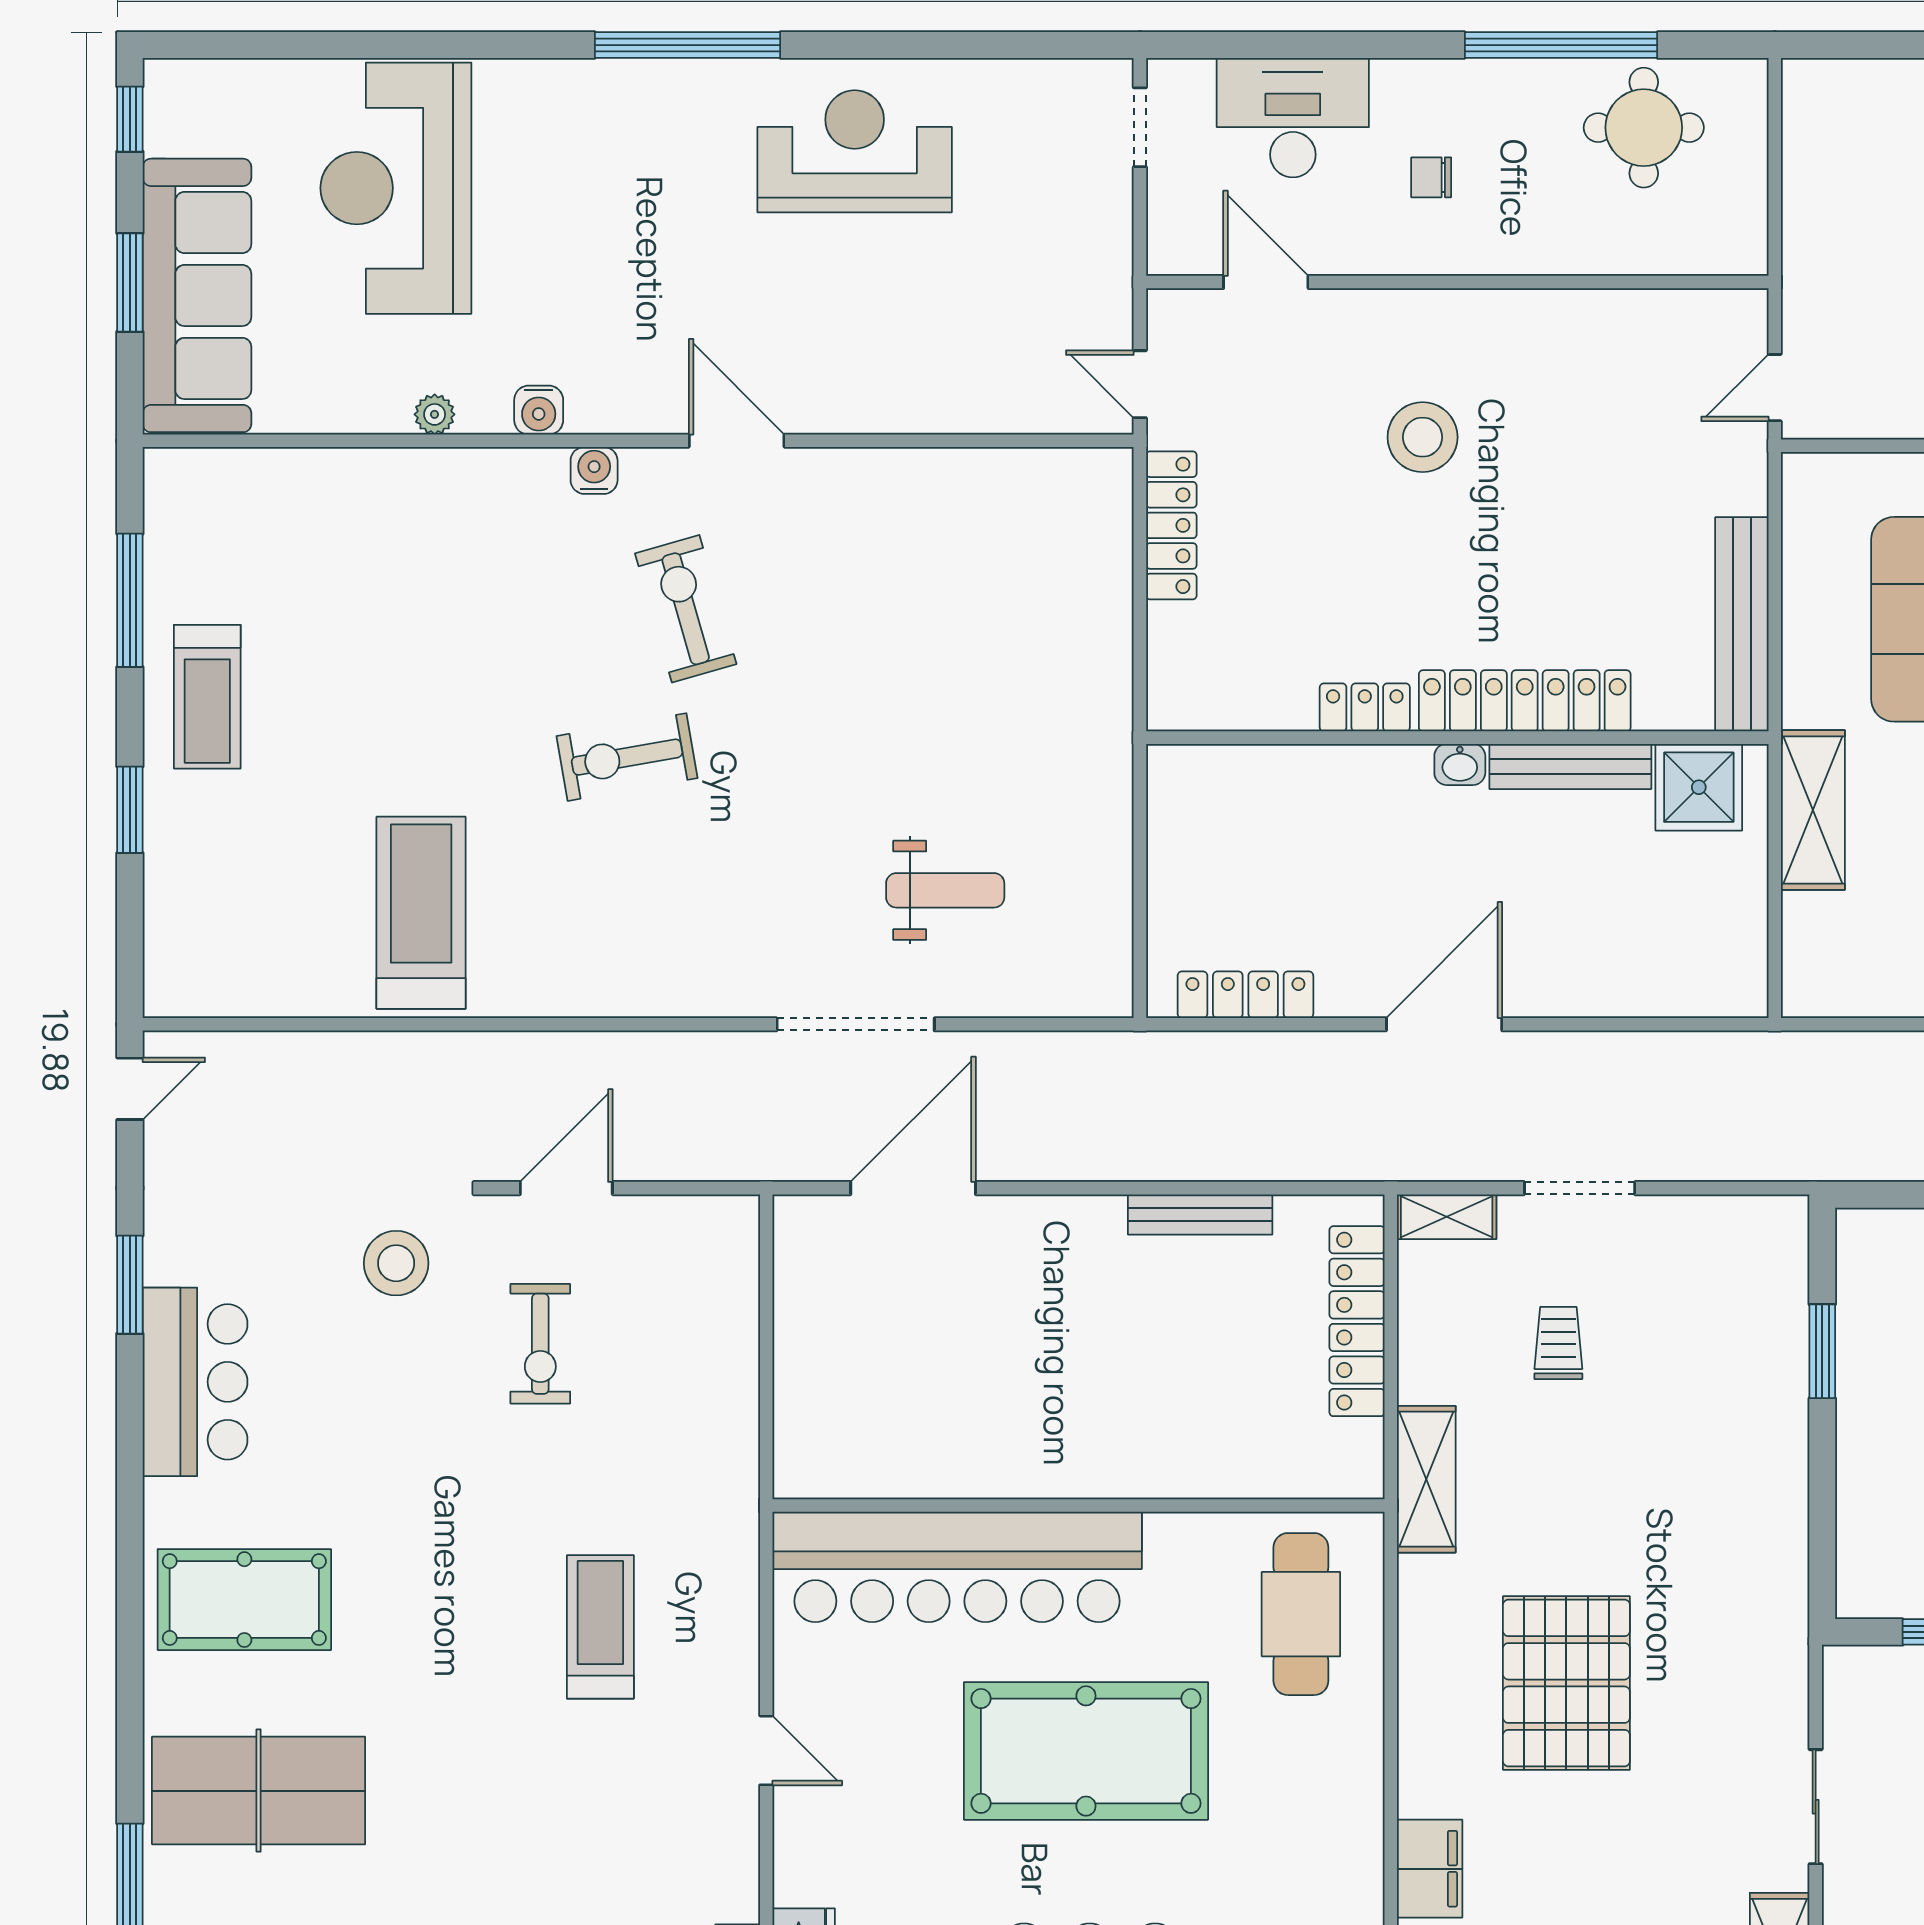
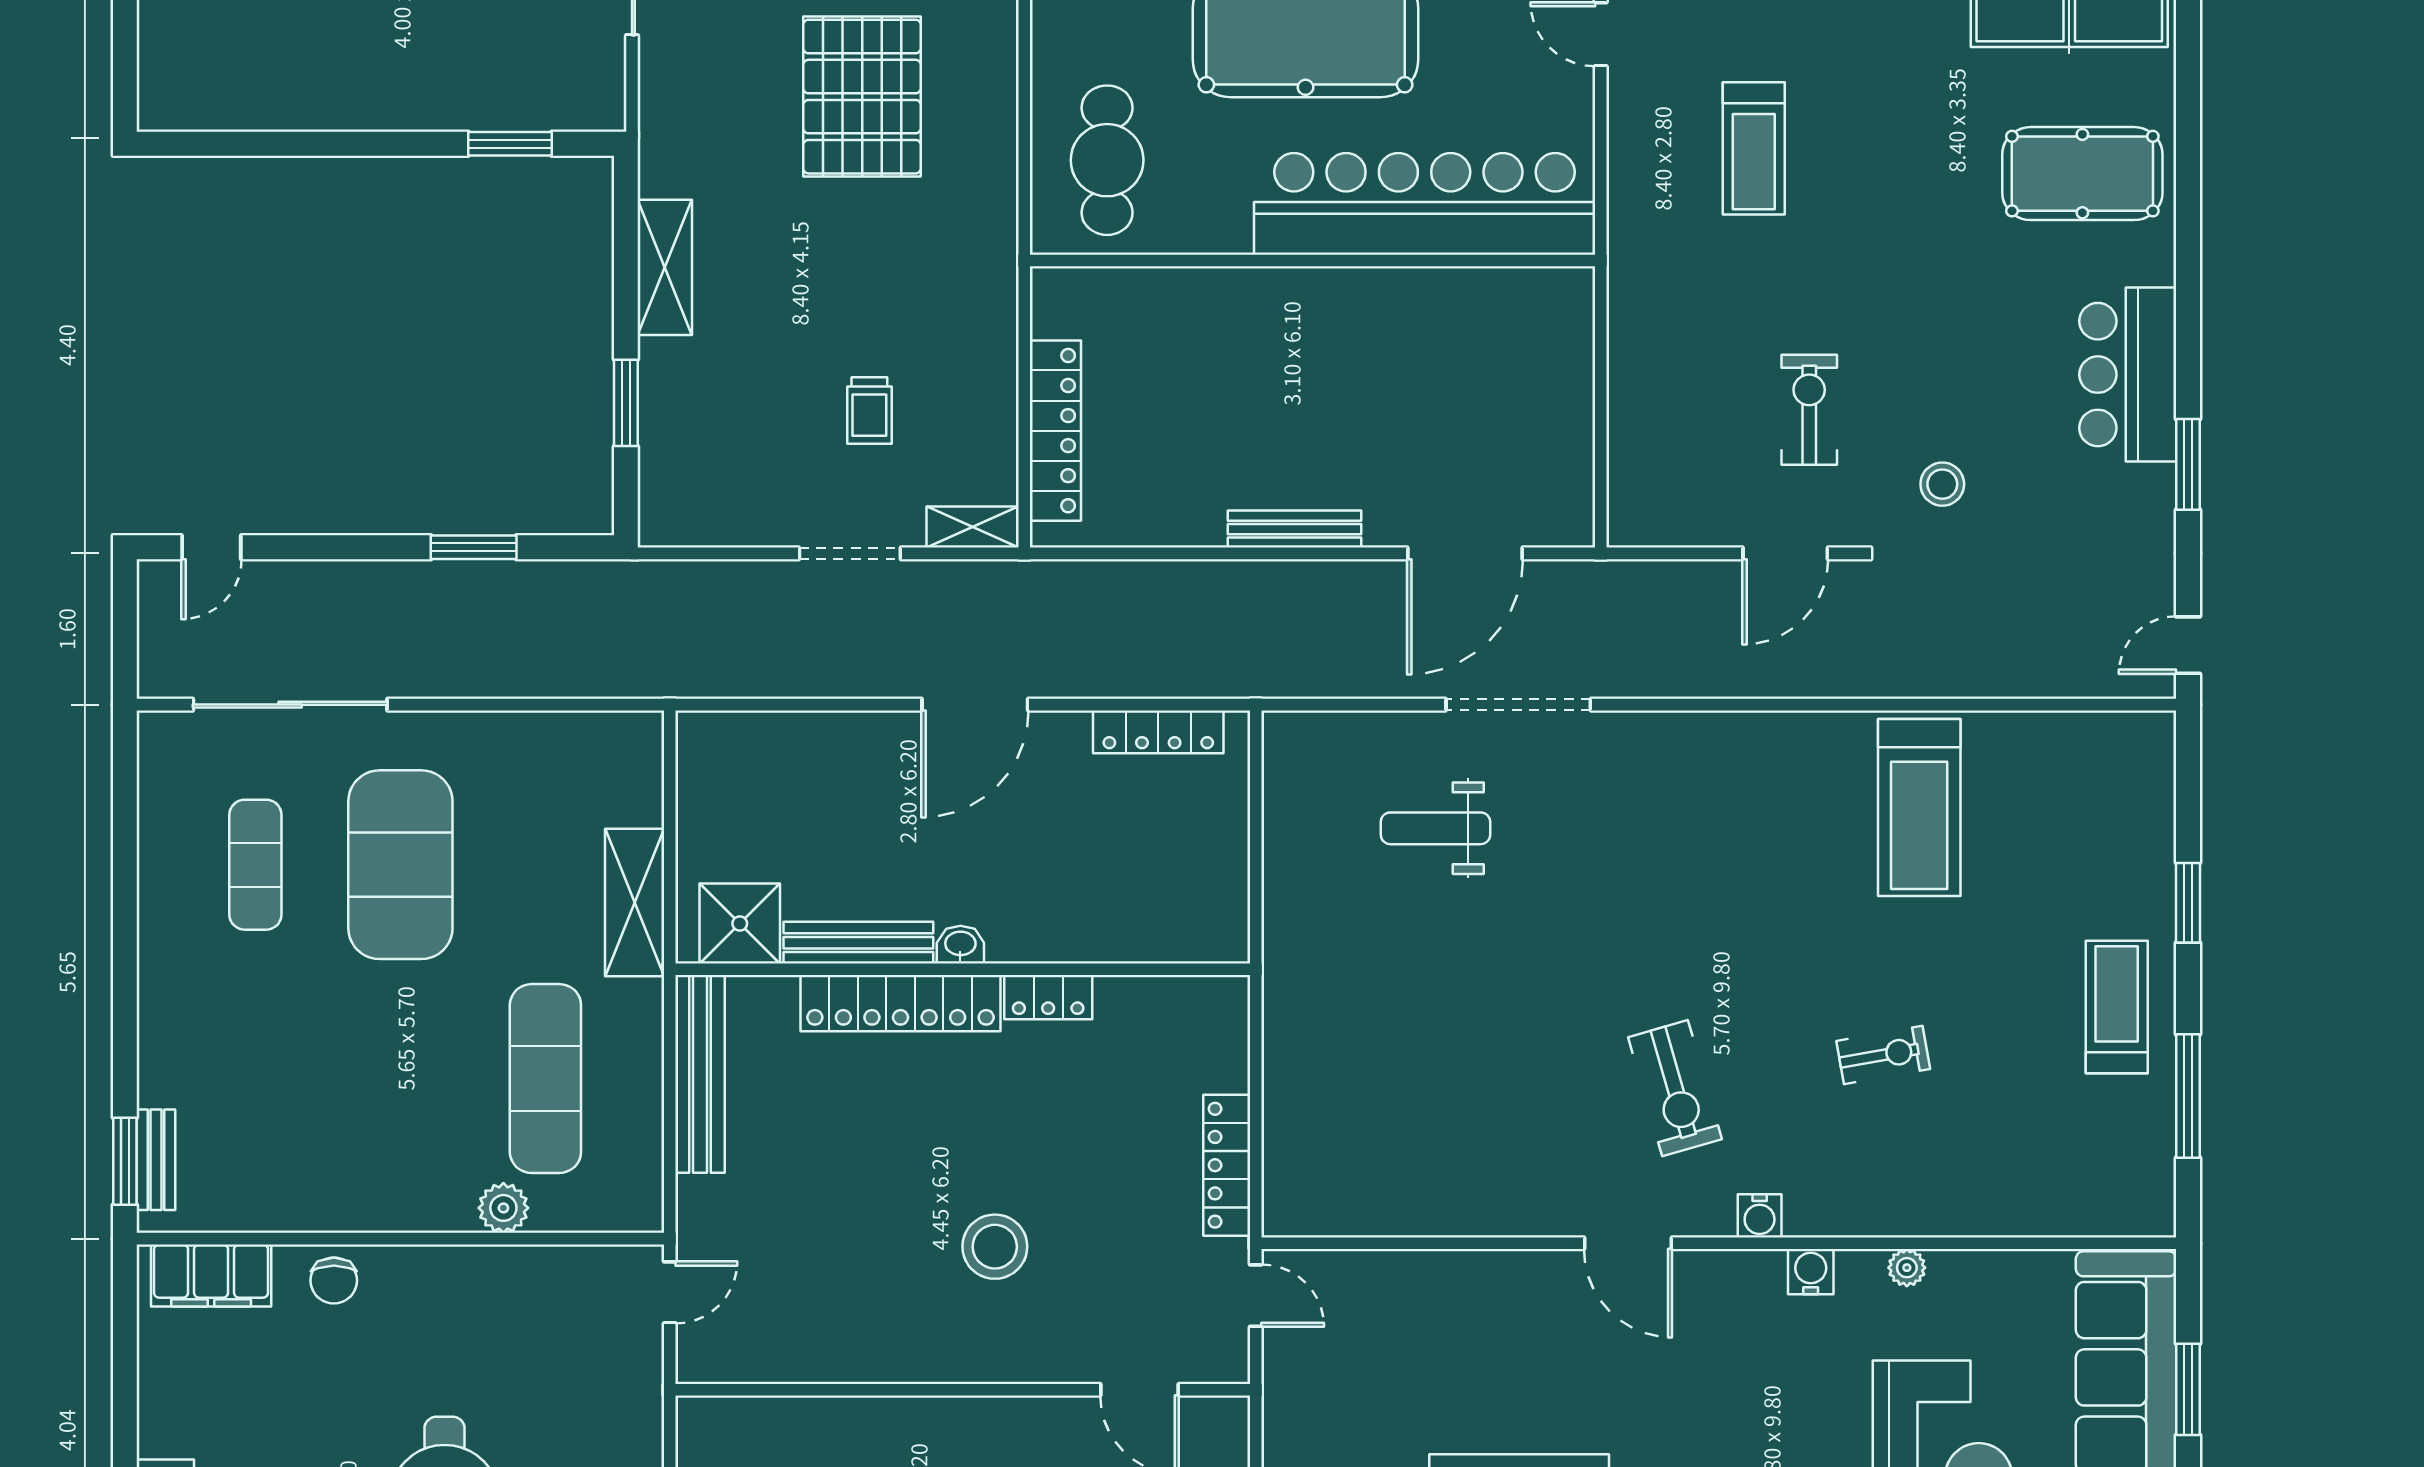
exercise bike: (627, 757) -> (1883, 1055), moved, width x0.73, depth x0.72
bench: (1200, 1214) -> (1294, 529), moved
stool: (396, 1263) -> (1942, 484), width x0.73, depth x0.73
shelving: (1426, 1479) -> (665, 267), moved

